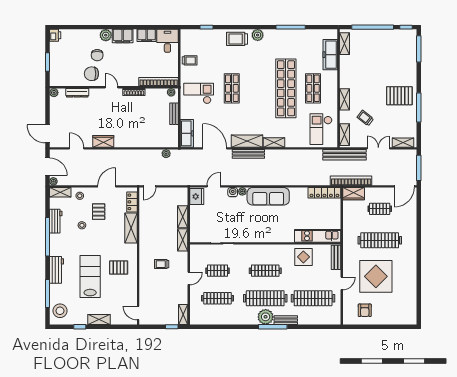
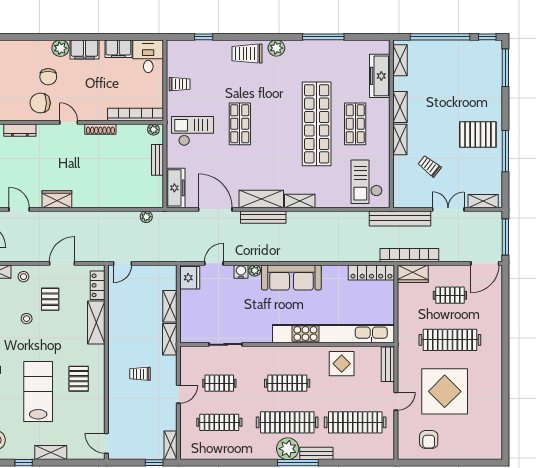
shelving: (345, 135) -> (400, 107), moved
kitchen unit: (318, 236) -> (333, 334), width x1.86
pallet: (119, 268) -> (79, 379), turned 90

